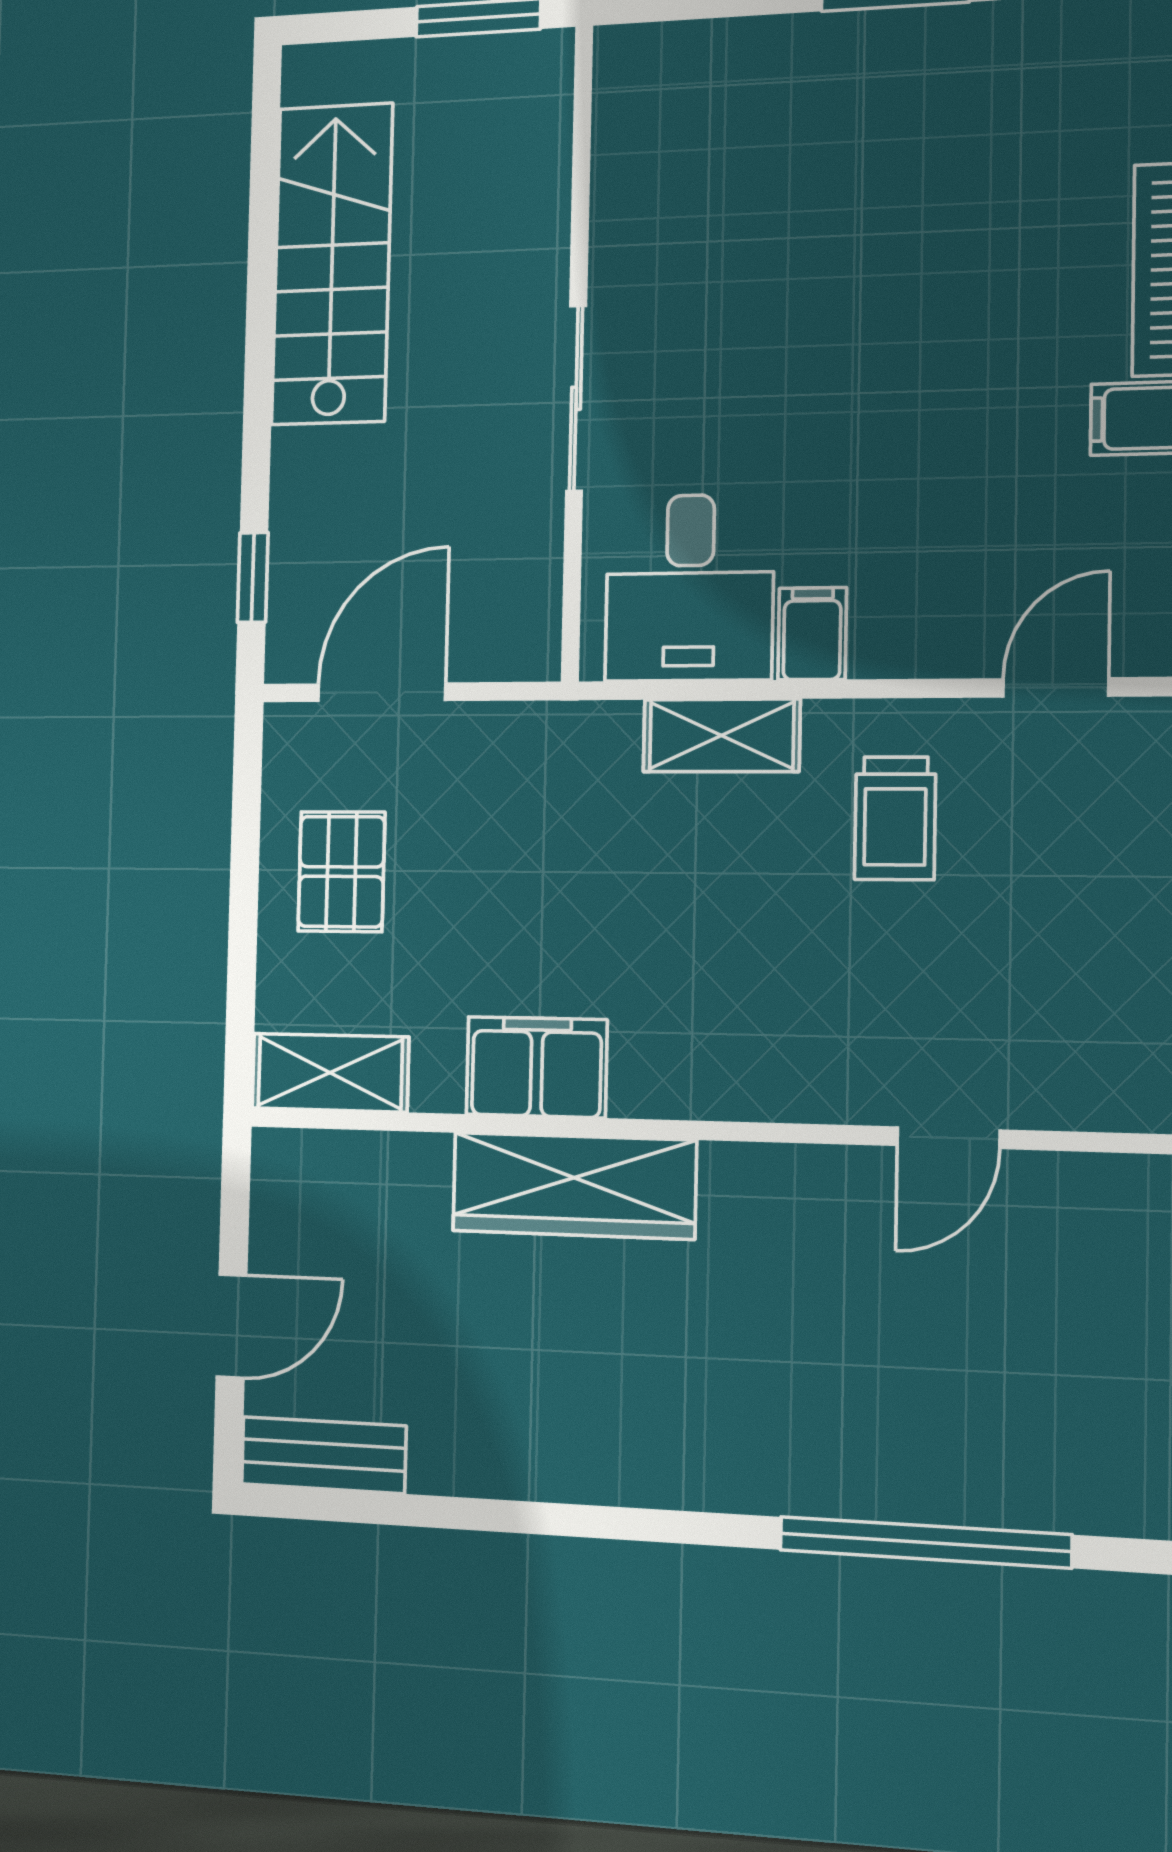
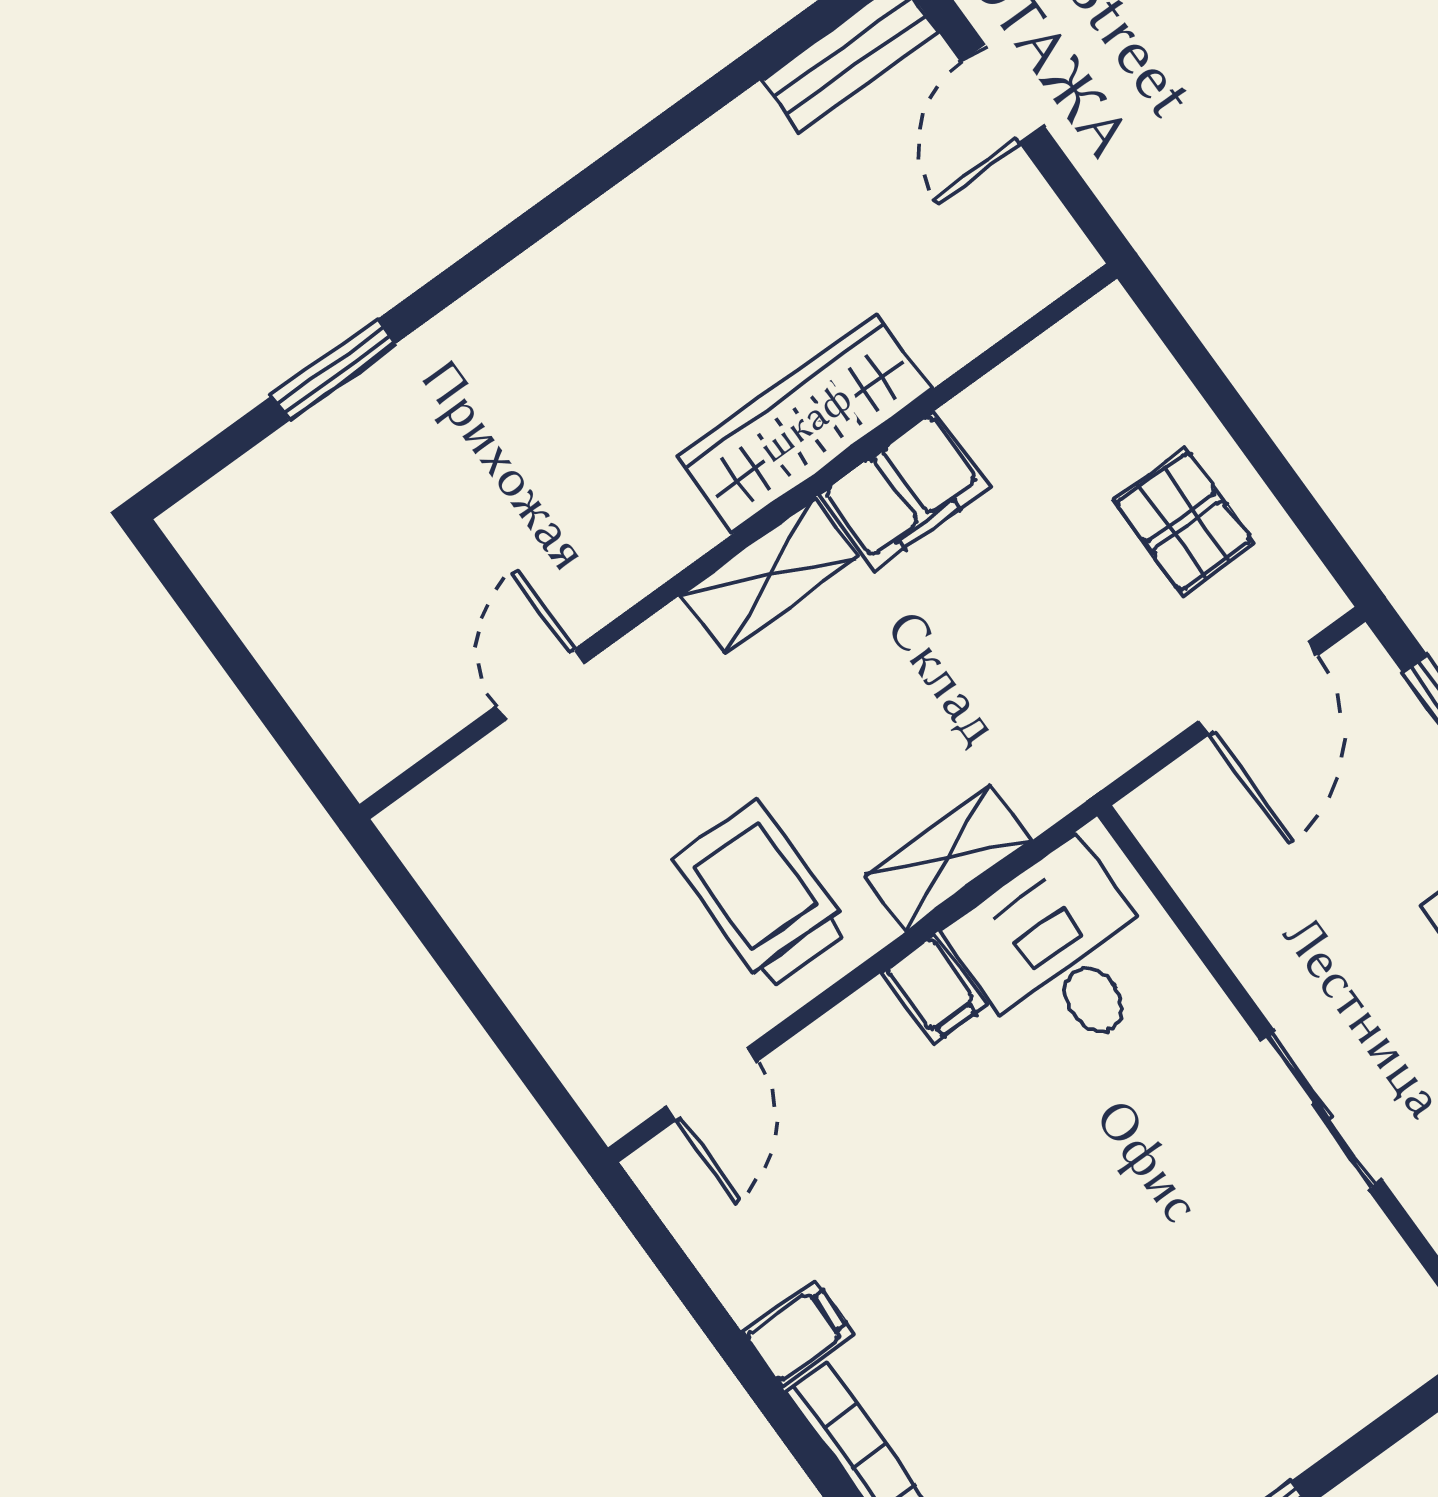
sliding door: (576, 398) -> (1322, 1110), moved
trolley: (895, 818) -> (762, 895), width x1.36, depth x1.39
shelving: (330, 1073) -> (769, 576), moved
window: (925, 1542) -> (334, 370), width x0.47

